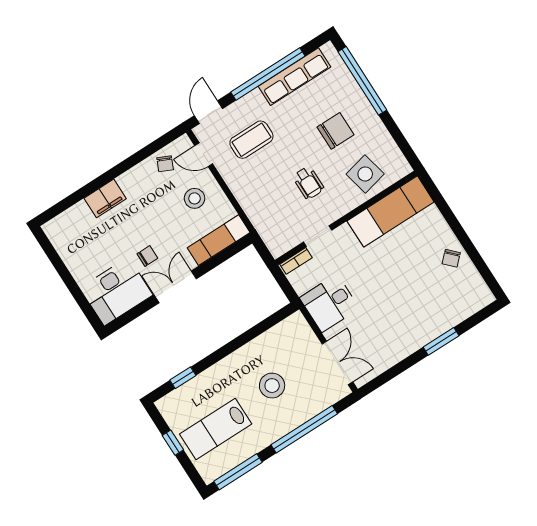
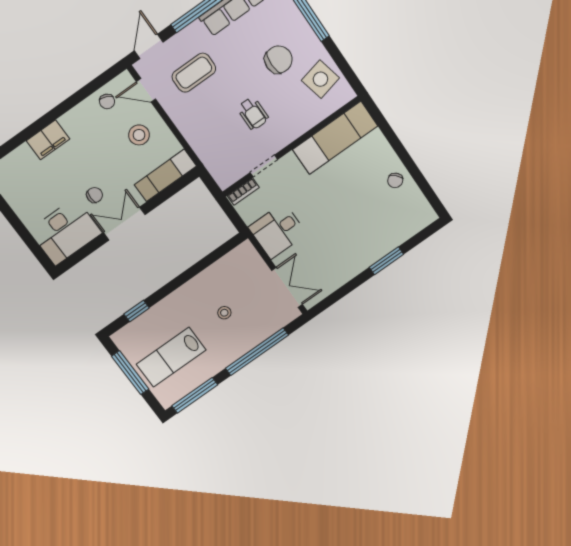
side table: (365, 174) -> (320, 79), moved
stool: (272, 386) -> (224, 313), width x0.53, depth x0.53
window: (173, 443) -> (130, 373), width x2.17

